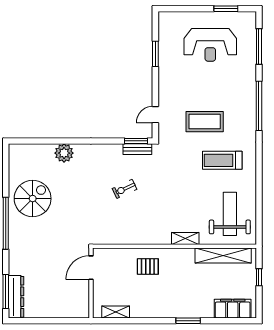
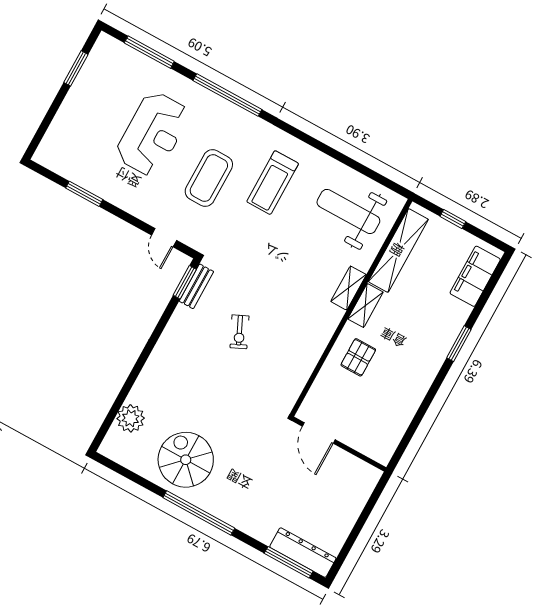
reception desk: (210, 45) -> (153, 134), moved
plant: (64, 153) -> (131, 418), moved
shelving: (116, 312) -> (365, 305), moved

